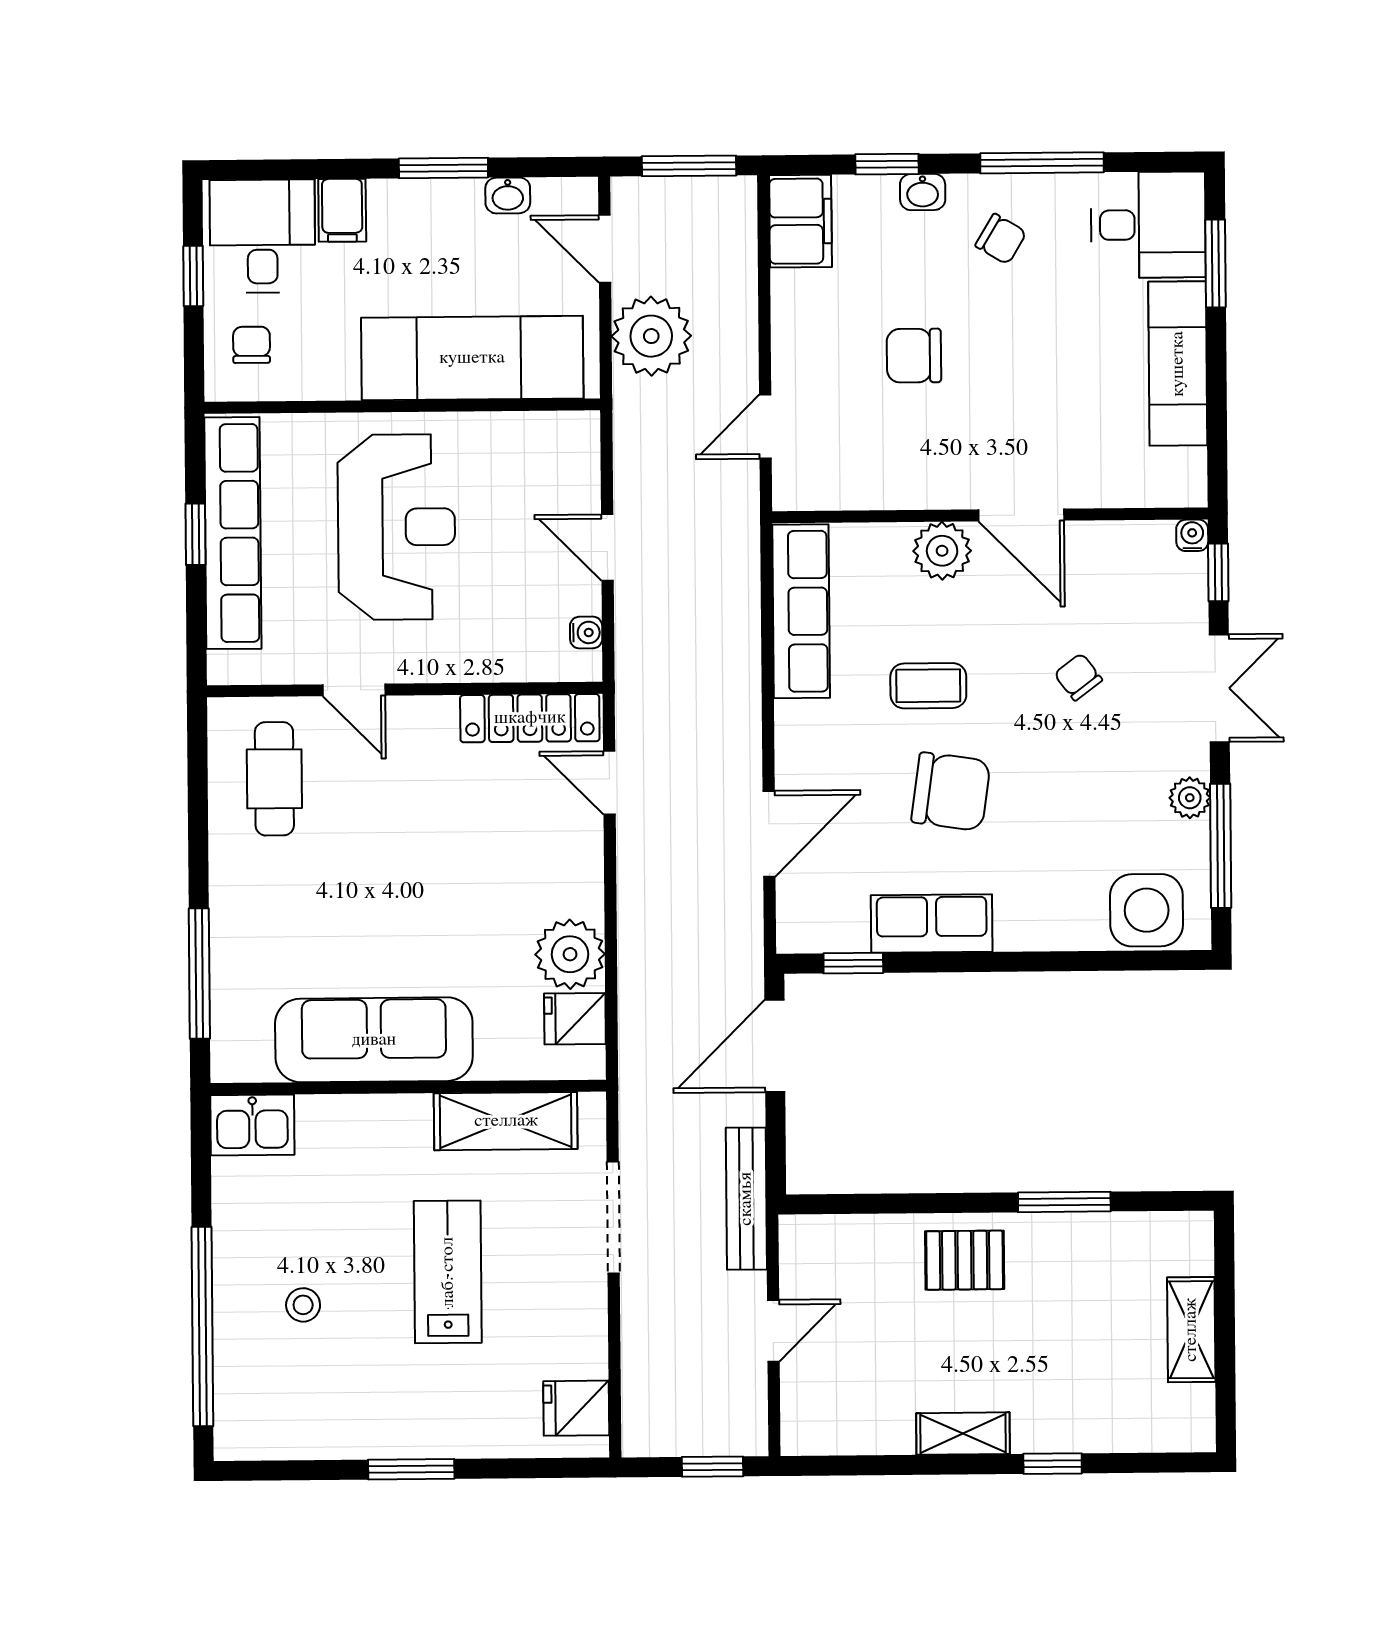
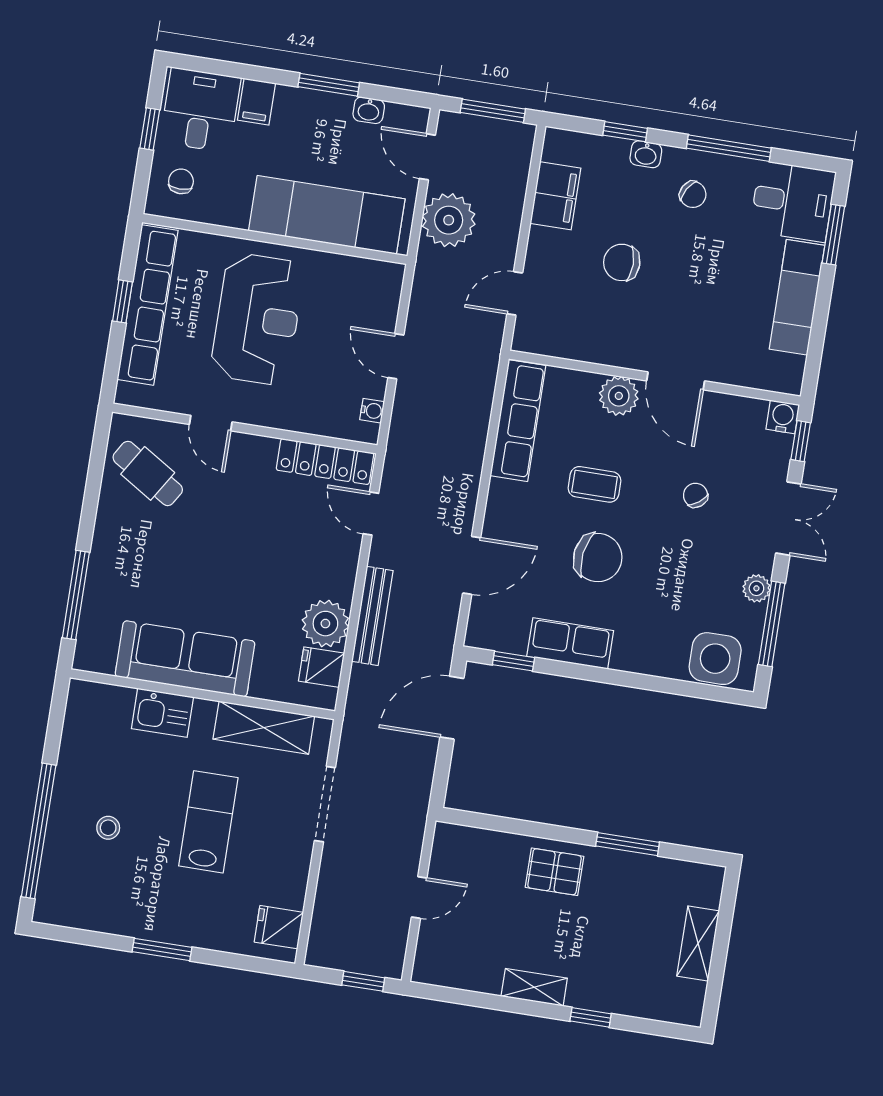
filing cabinet: (800, 221) -> (555, 196), moved
water cooler: (1192, 535) -> (783, 417), width x1.38, depth x1.38
cafe table: (274, 779) -> (148, 473), turned -58
kitchen sink: (252, 1125) -> (162, 713), moved
bench: (746, 1199) -> (372, 616), moved

